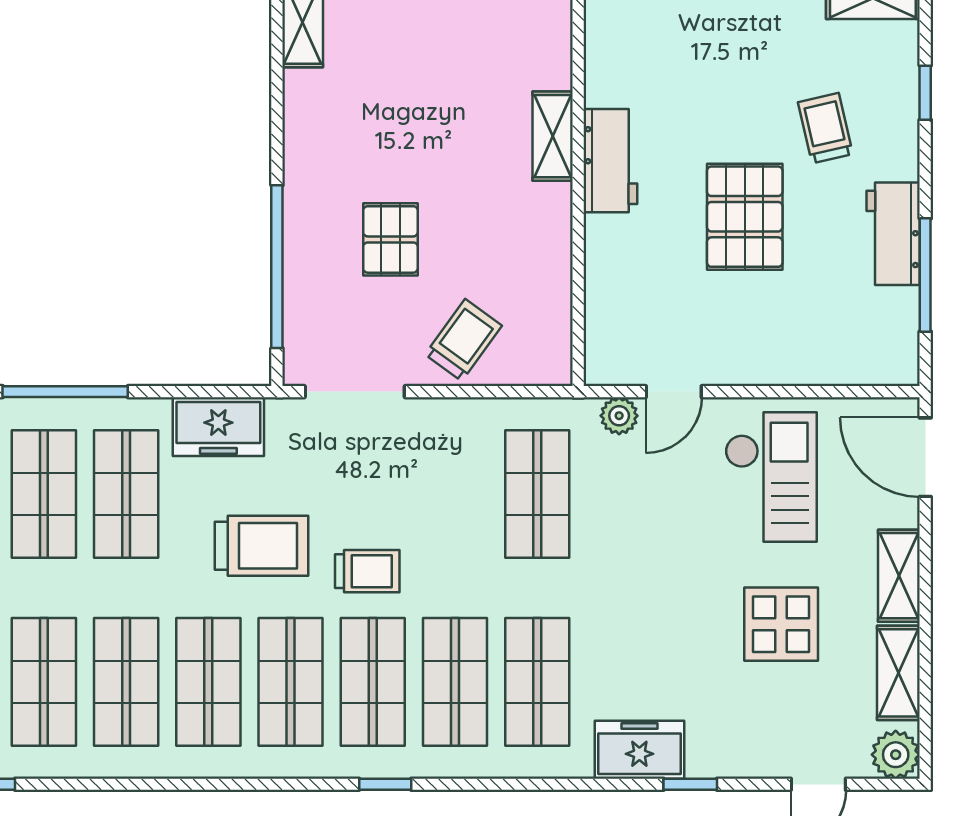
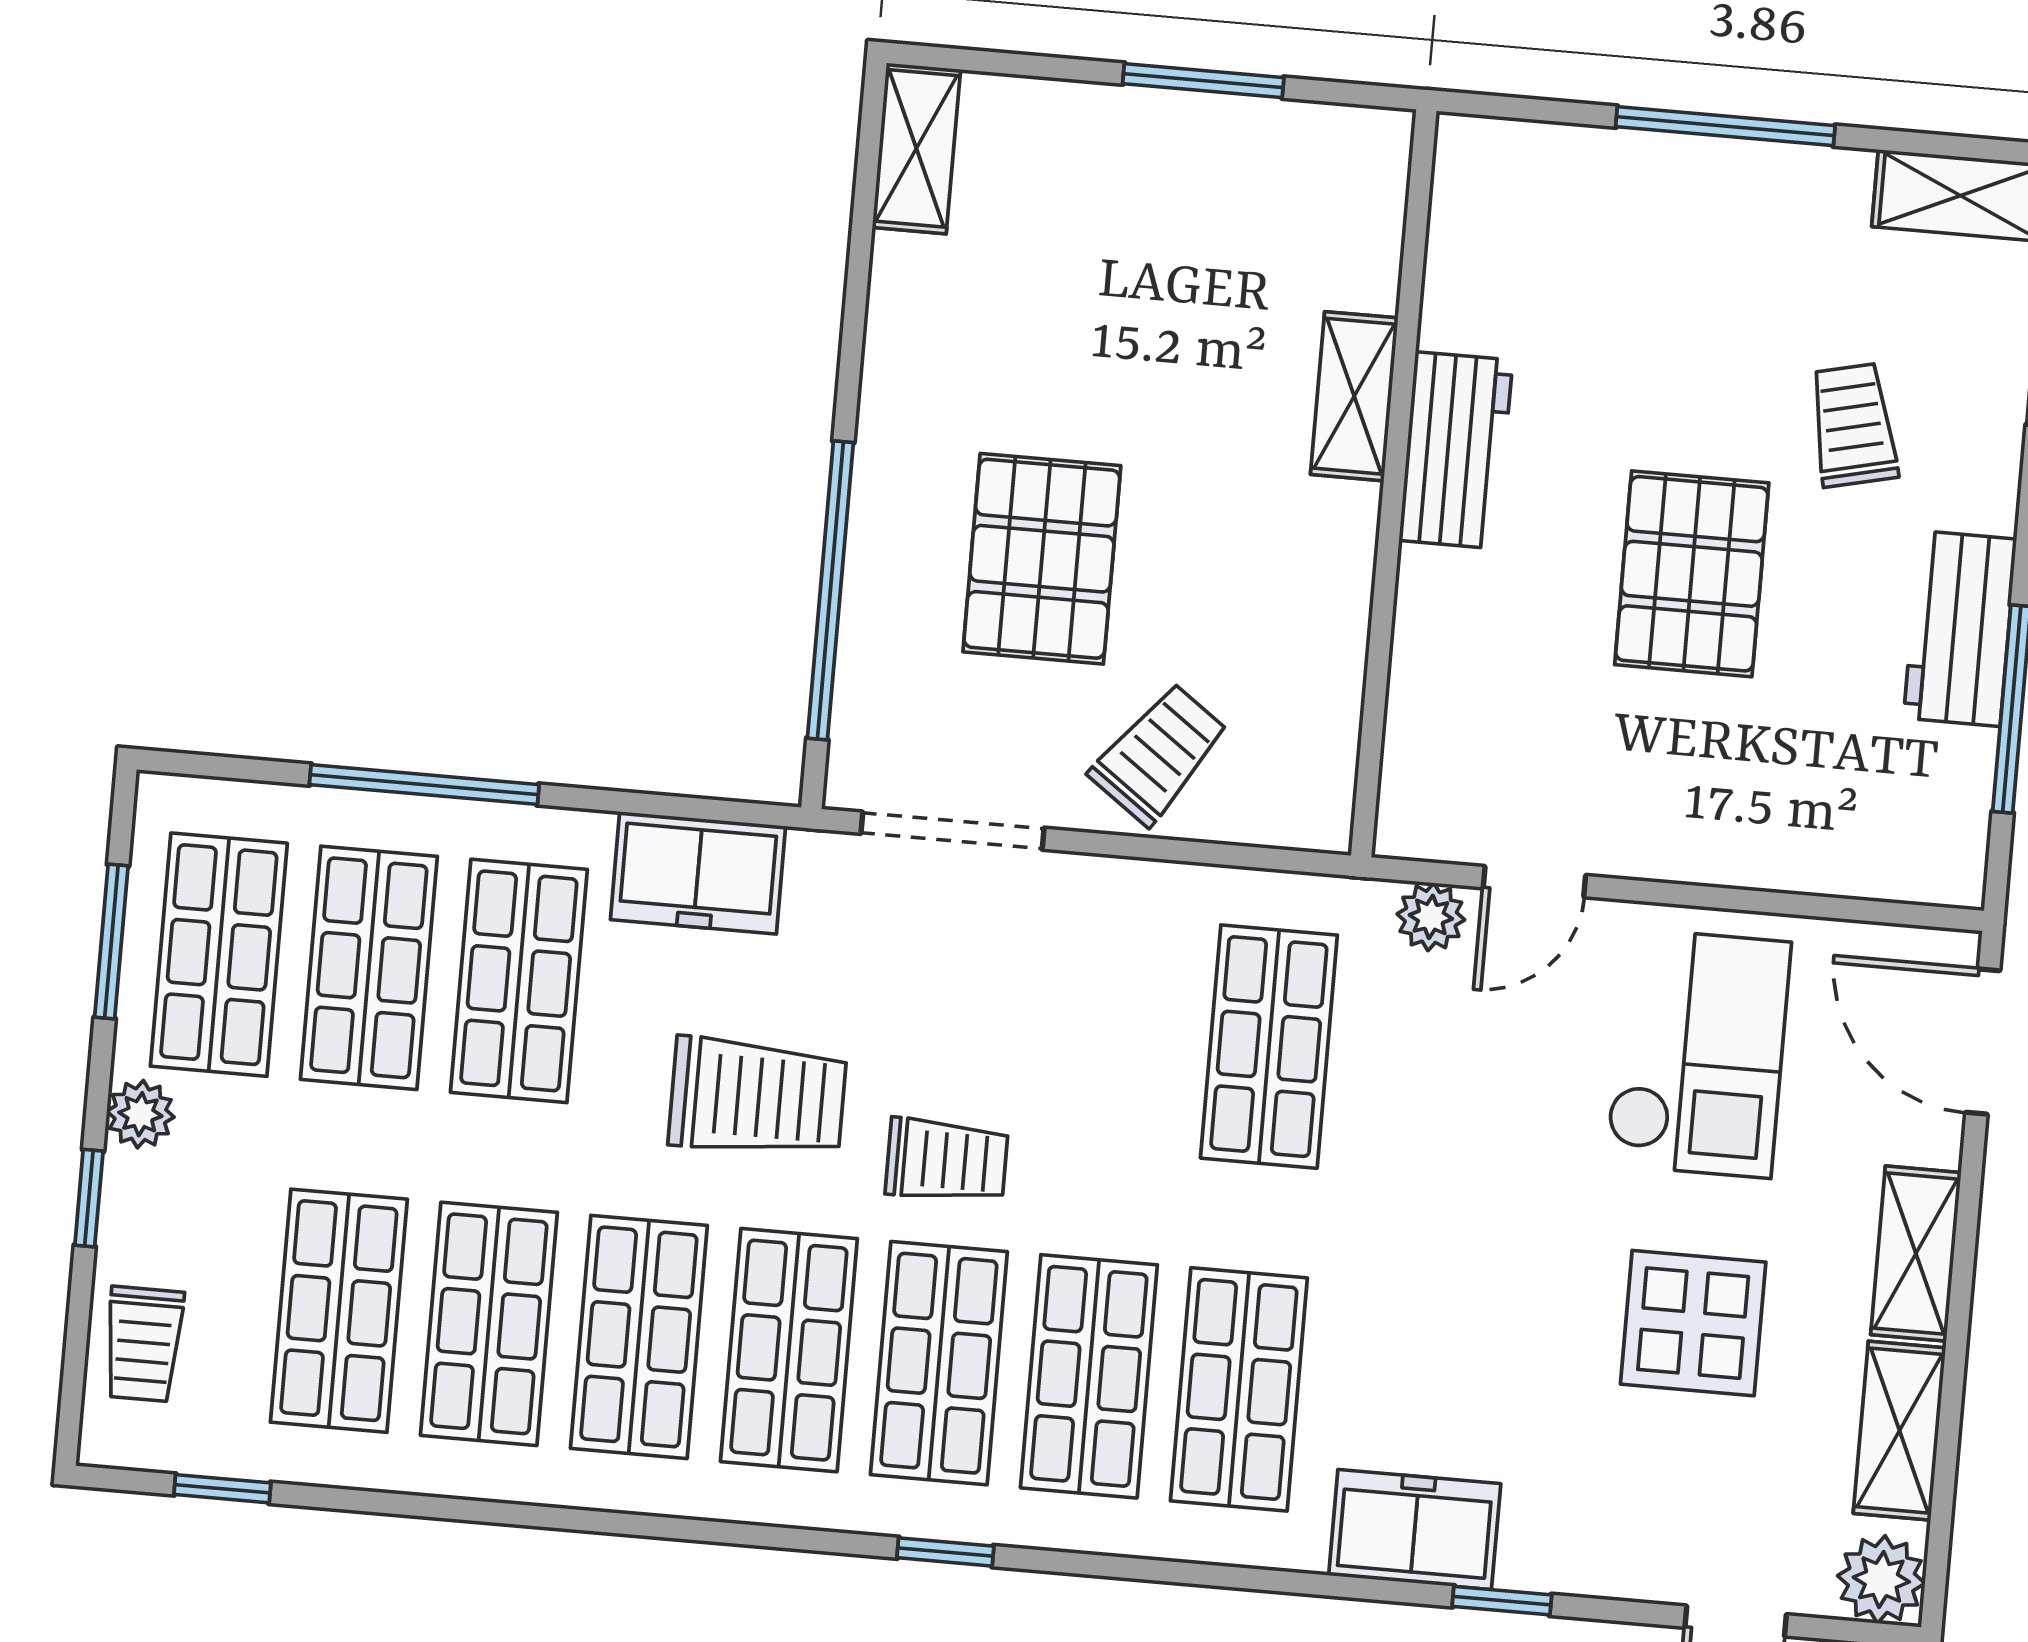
pallet: (390, 239) -> (1042, 559), width x1.50, depth x1.42

